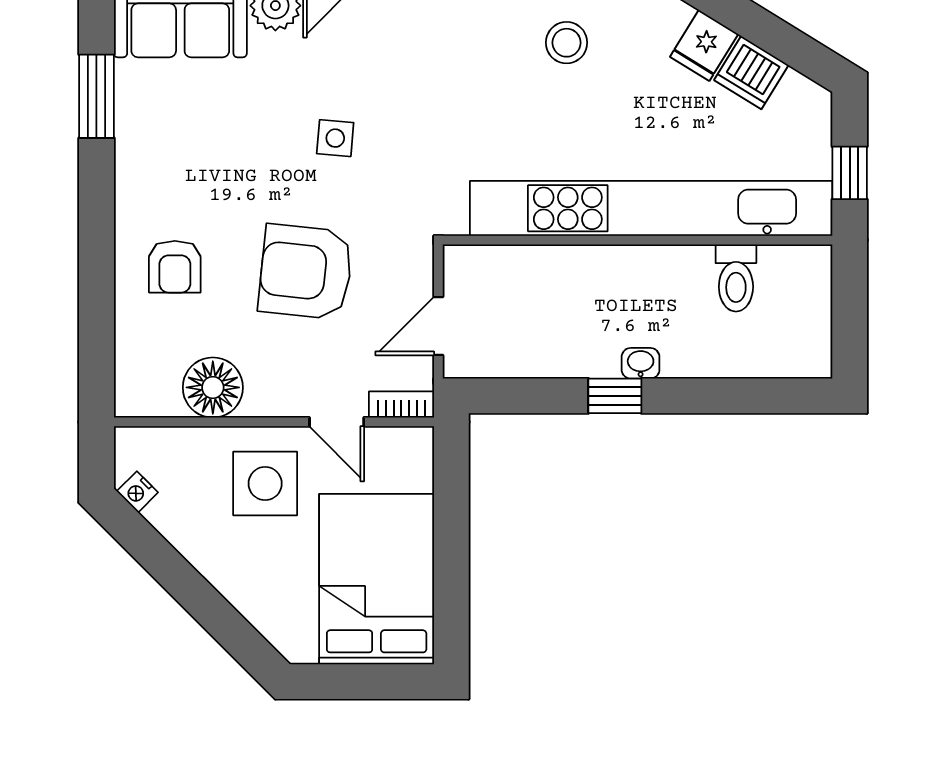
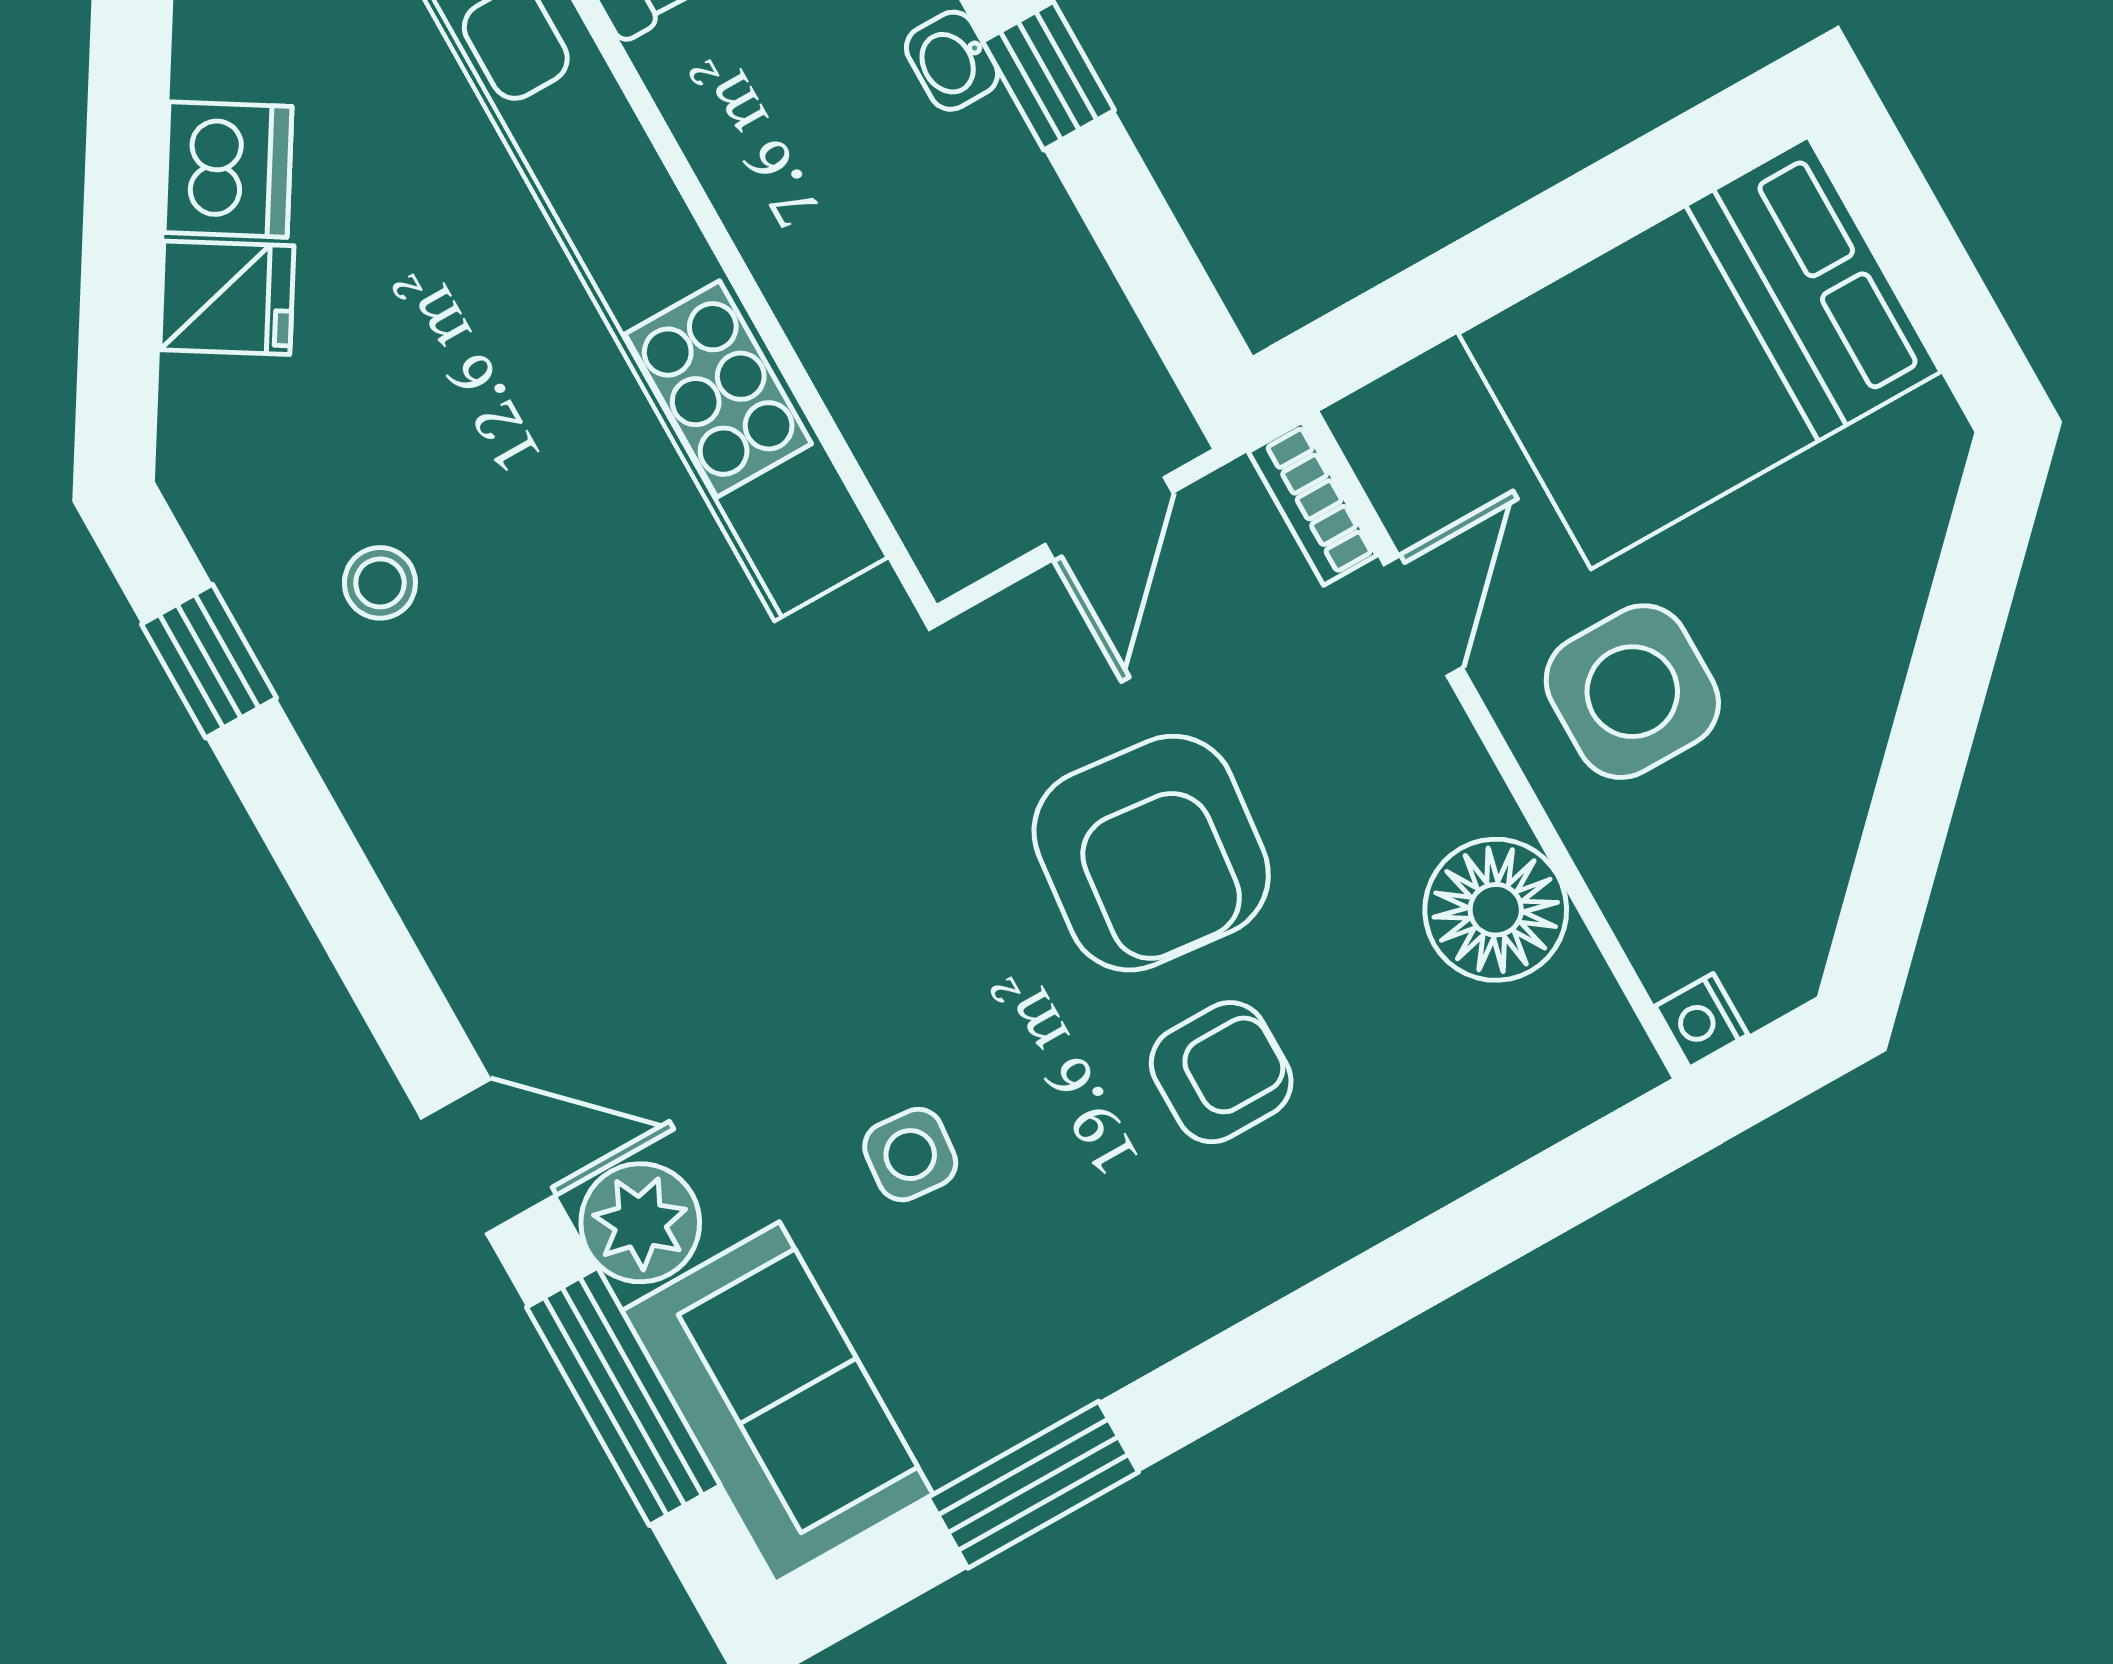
stool: (567, 43) -> (380, 583), width x0.73, depth x0.73
side table: (335, 138) -> (910, 1155), moved
armchair: (175, 267) -> (1221, 1072), moved
door: (438, 326) -> (1109, 518), hinge flipped
nightstand: (137, 492) -> (1701, 1021), moved, turned 135

